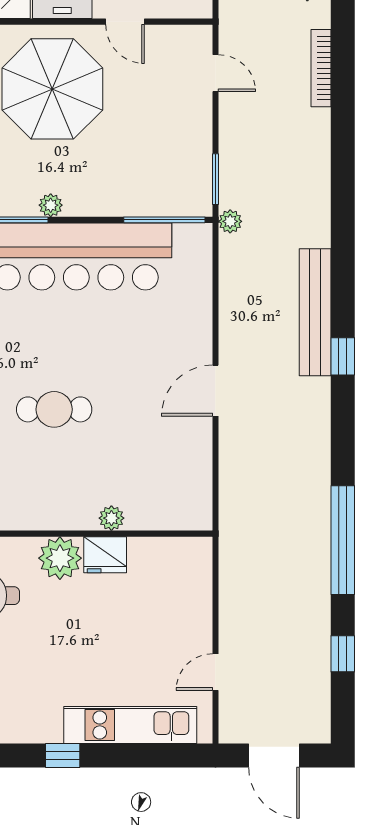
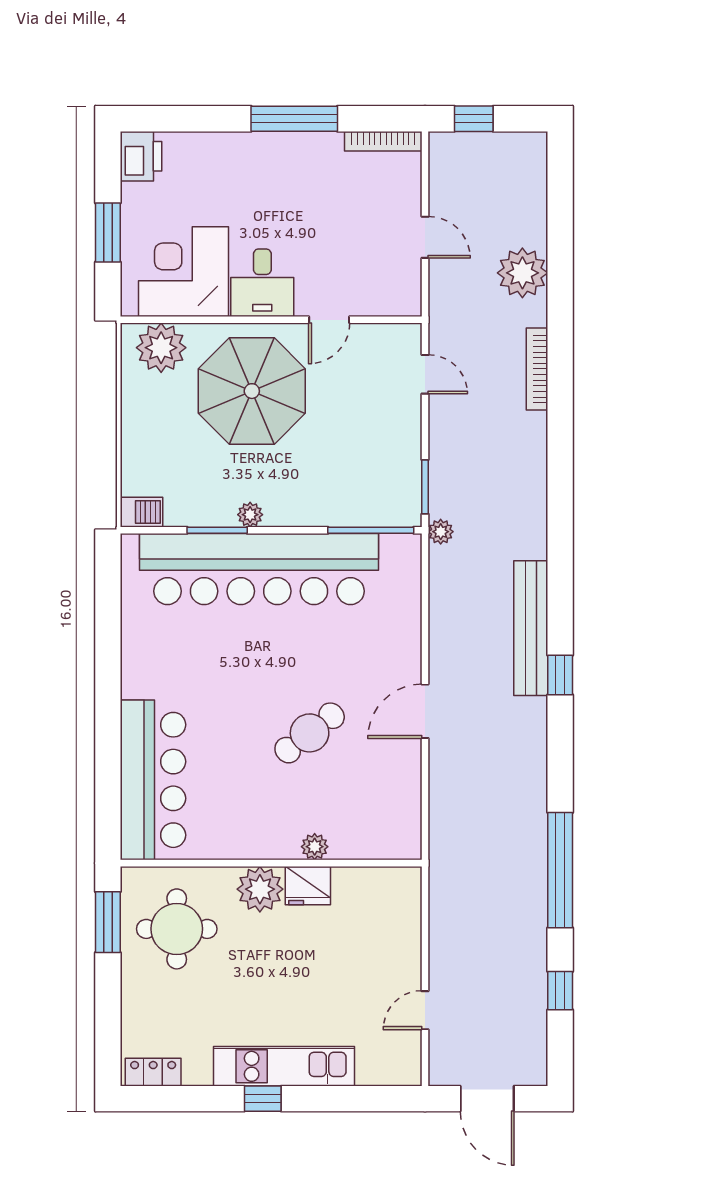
door: (125, 22) -> (329, 320), hinge flipped
cafe table: (54, 409) -> (310, 733), moved, turned -38
kitchen unit: (130, 725) -> (284, 1066), moved

